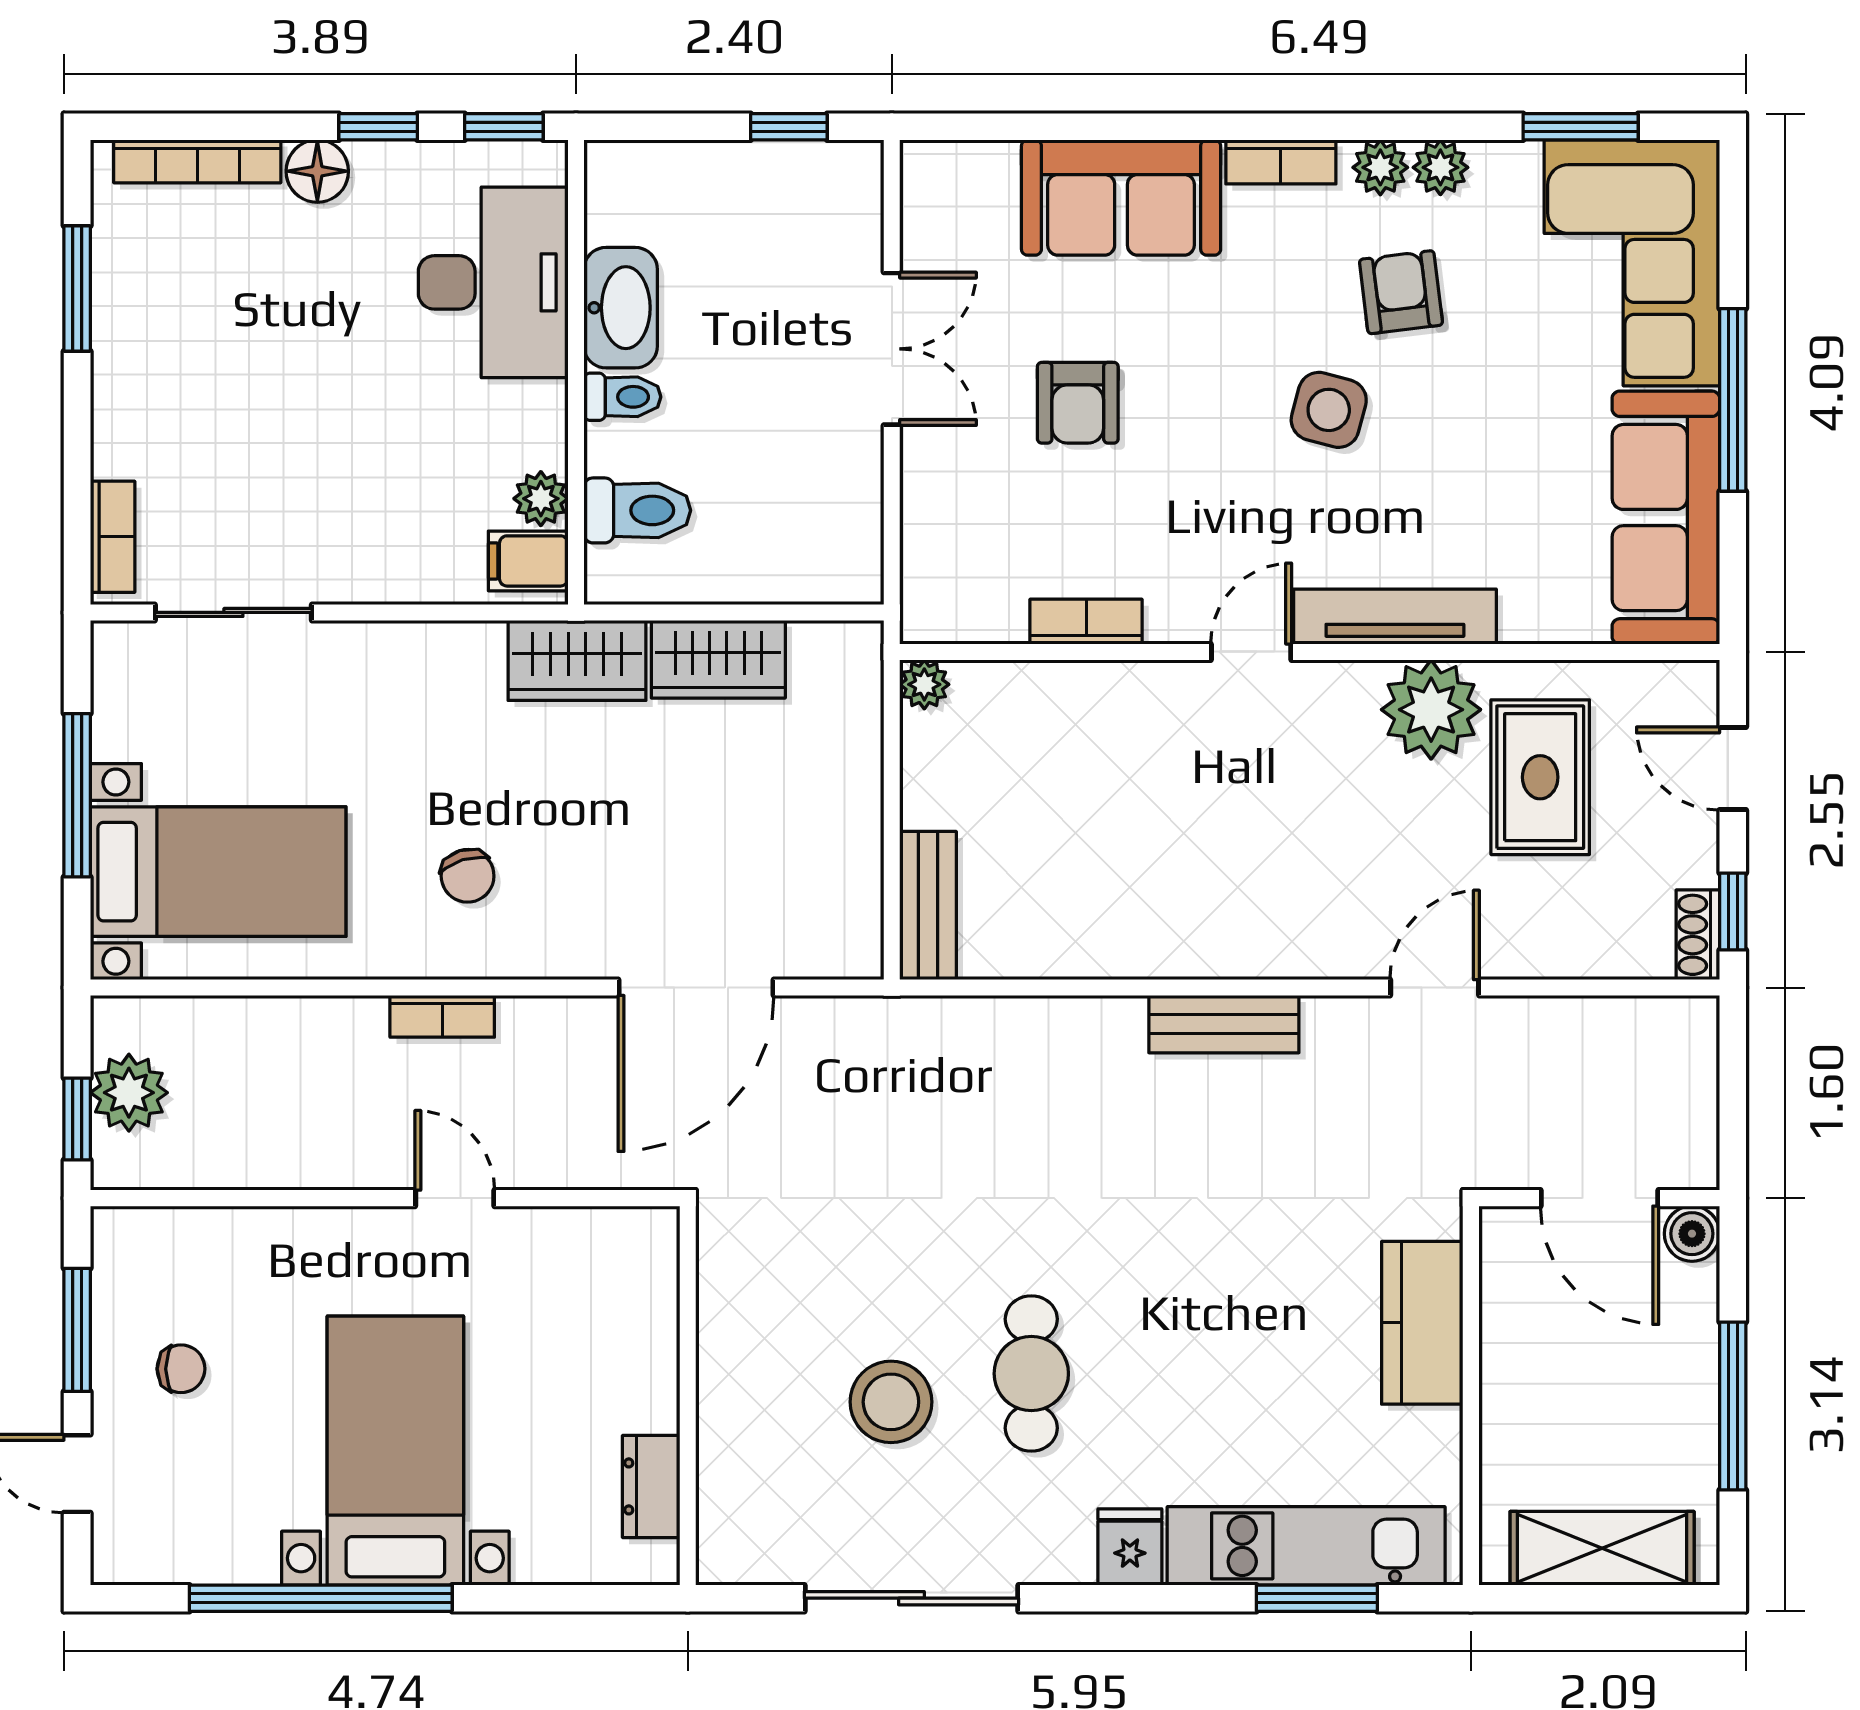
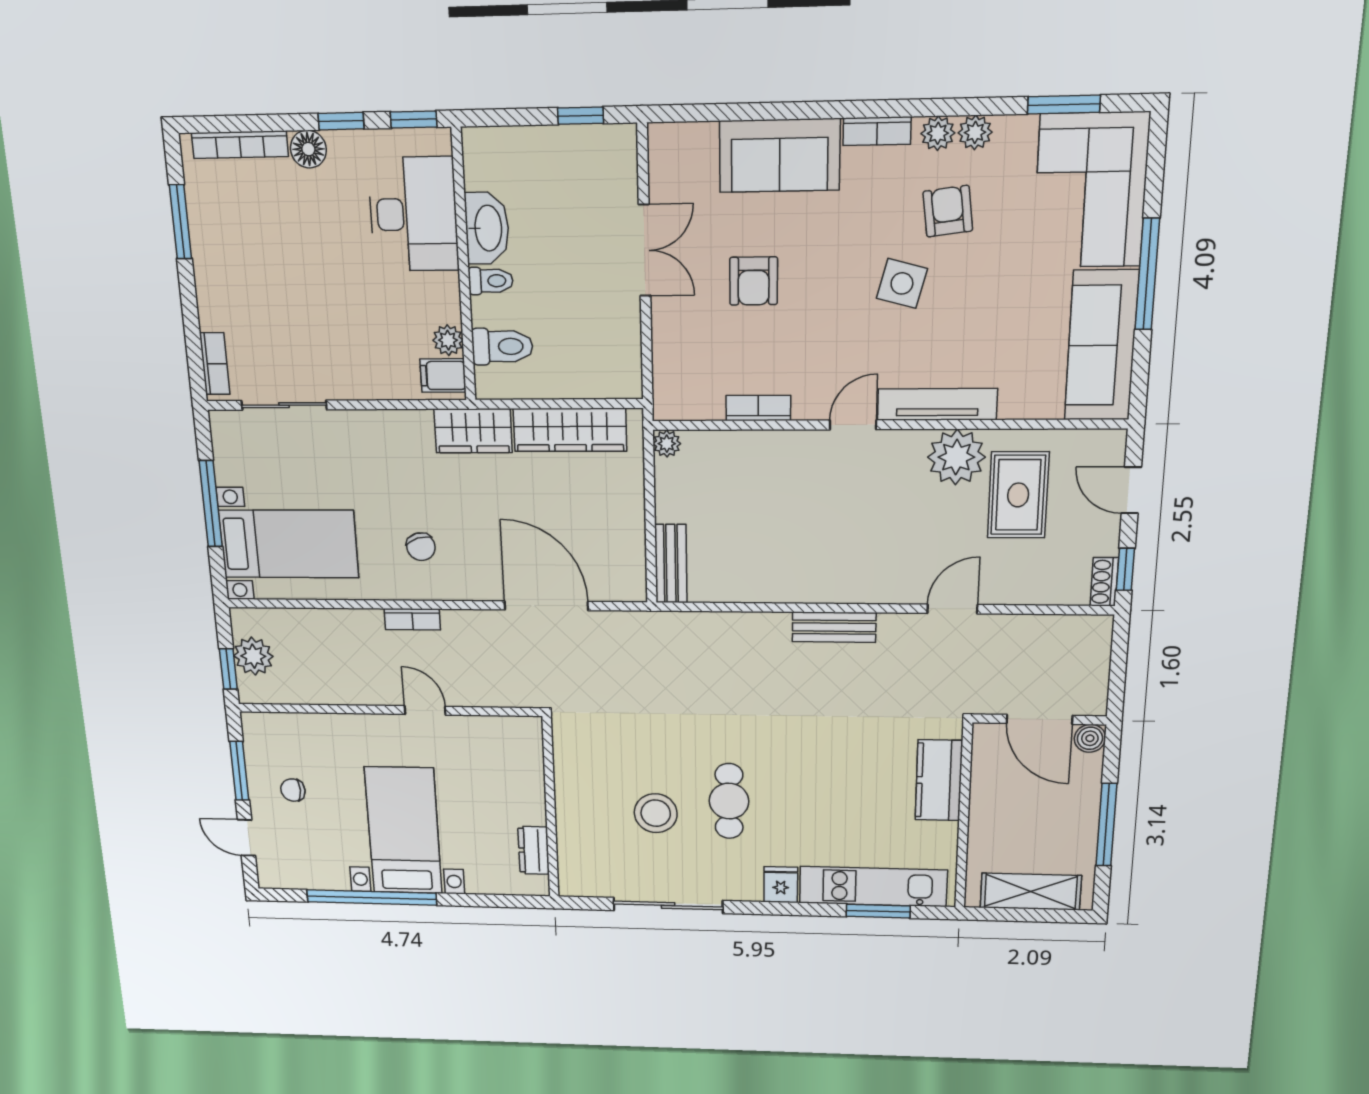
wardrobe: (718, 659) -> (570, 430), width x1.50
door: (696, 988) -> (546, 606), swing flipped
chair: (181, 1369) -> (293, 790), turned 180

